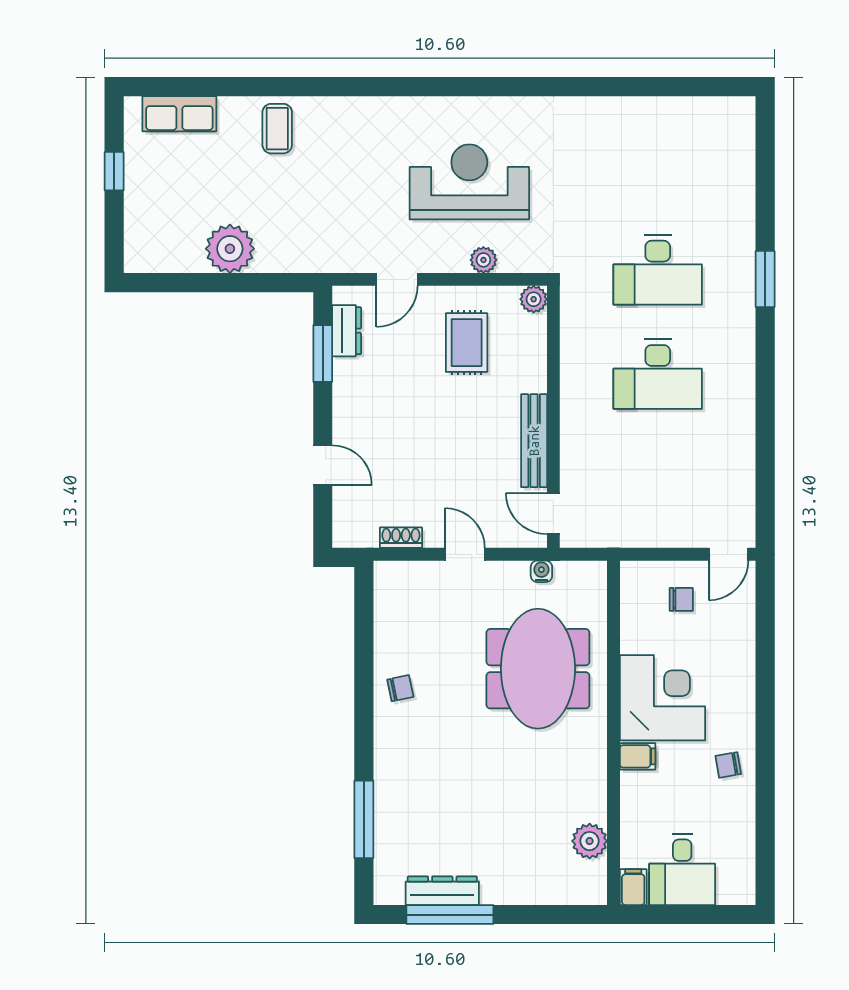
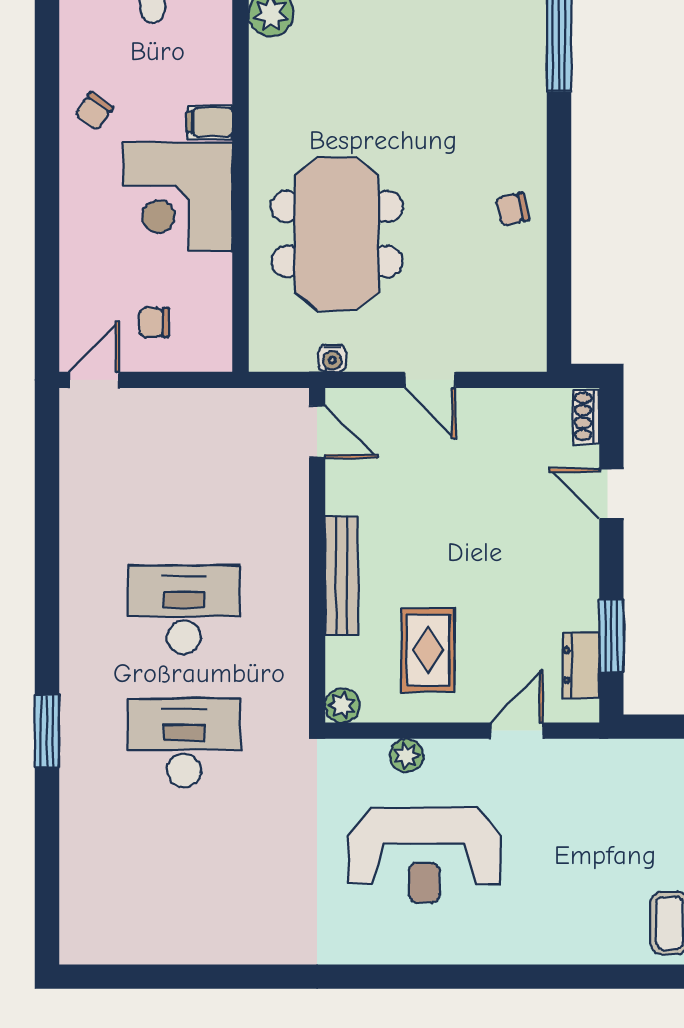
bench: (534, 441) -> (342, 576), moved
shoe rack: (401, 538) -> (586, 416), moved, turned 90
chair: (728, 765) -> (94, 111), turned 135

